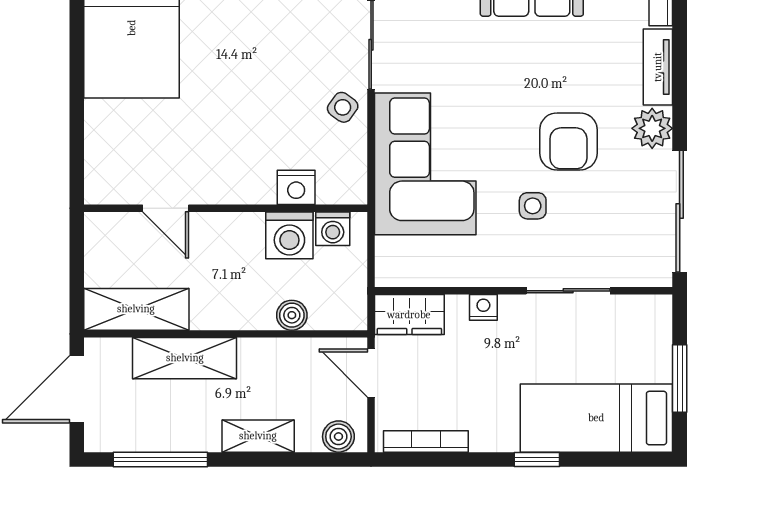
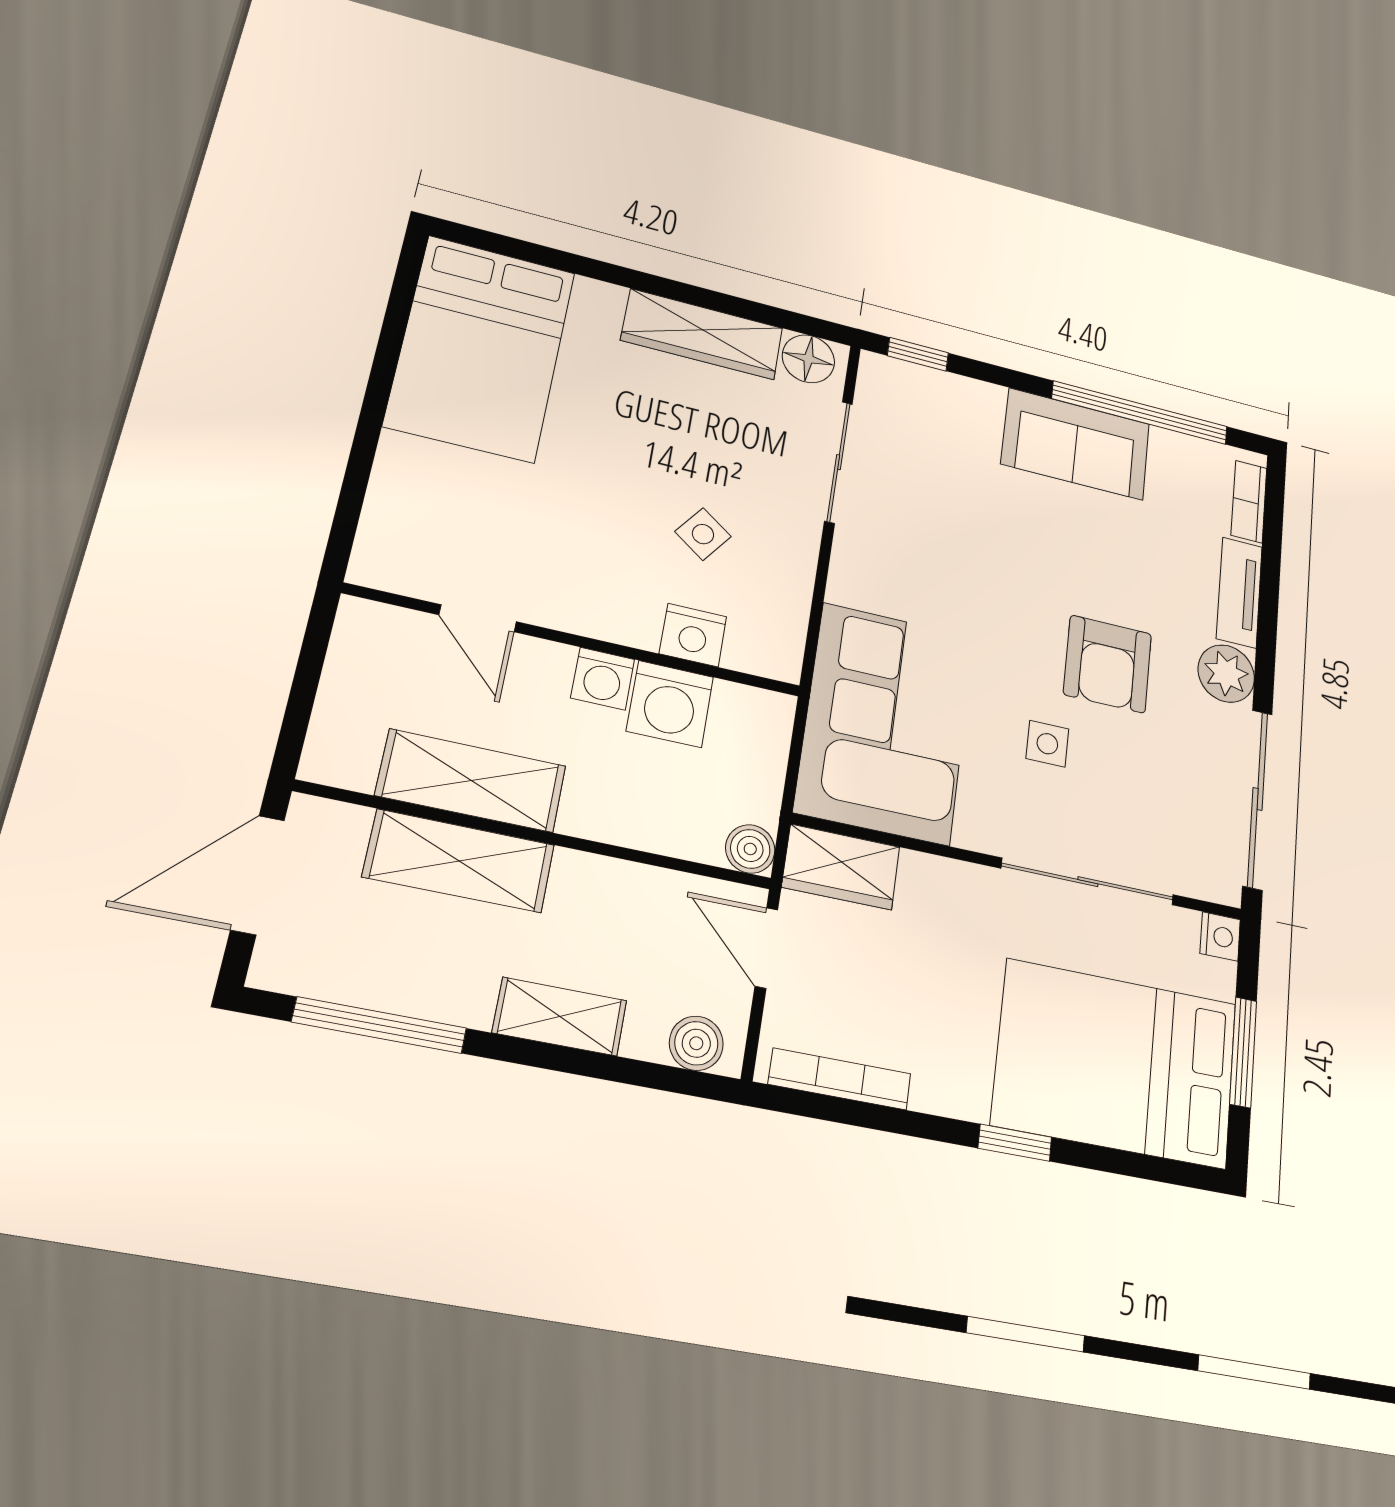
side table: (343, 107) -> (703, 534), moved
corner sofa: (425, 164) -> (885, 723), moved
washing machine: (333, 229) -> (603, 679), moved
sliding door: (568, 291) -> (1088, 882), width x1.37
nightstand: (483, 307) -> (1220, 937), moved, turned 90
shelving: (136, 309) -> (471, 781), moved
boiler: (292, 315) -> (750, 849), moved
bed: (596, 418) -> (1116, 1063), width x1.50

